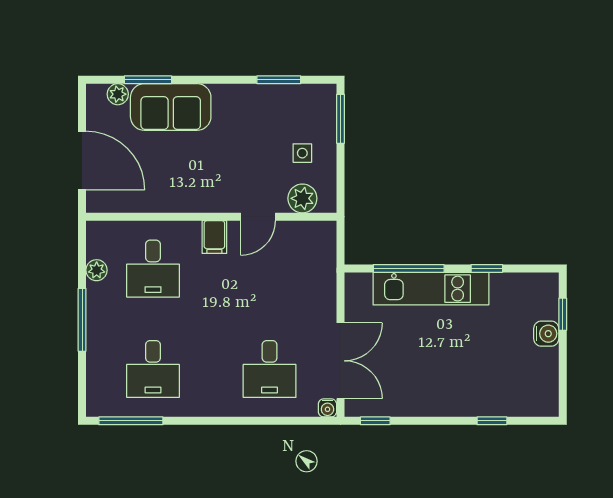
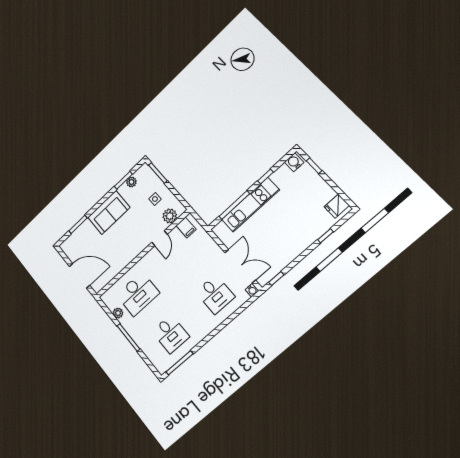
plant: (118, 94) -> (131, 182), moved
sofa: (171, 107) -> (109, 212), moved
filing cabinet: (214, 237) -> (186, 227), moved
desk: (153, 269) -> (138, 294), width x1.37
water cooler: (546, 334) -> (294, 162), moved, turned -90
fridge: (542, 395) -> (337, 206), added

